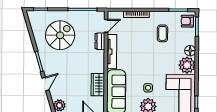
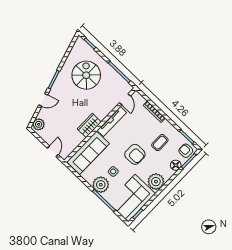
door: (106, 26) -> (125, 99), hinge flipped
spiral stairs: (60, 35) -> (86, 75), turned -90
dresser: (100, 41) -> (110, 106), removed
floor lamp: (190, 51) -> (176, 165), moved
armchair: (152, 60) -> (135, 154), added
wardrobe: (98, 85) -> (89, 126), moved

